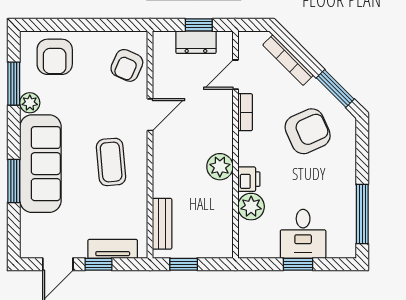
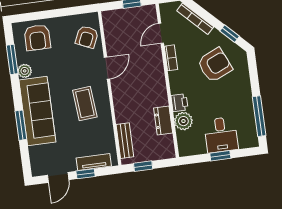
dresser: (196, 42) -> (163, 120), moved, turned 90
window: (335, 88) -> (230, 34), width x0.67
plant: (220, 167) -> (159, 97), removed

